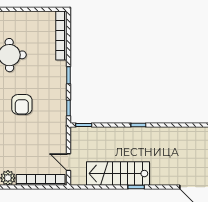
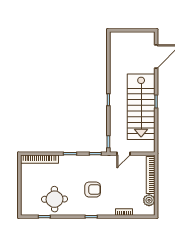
door: (69, 162) -> (124, 154), moved
stairs: (118, 174) -> (141, 107), width x1.36, depth x1.51

